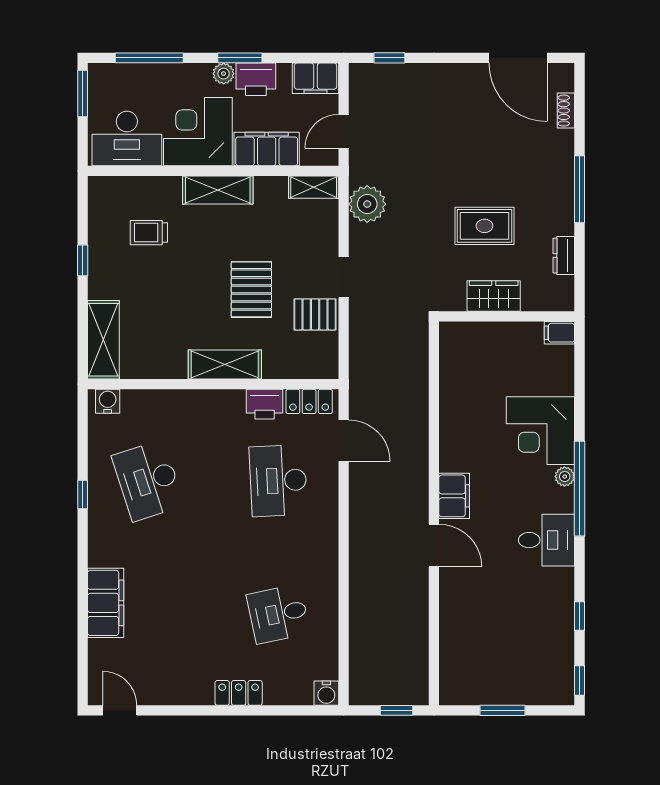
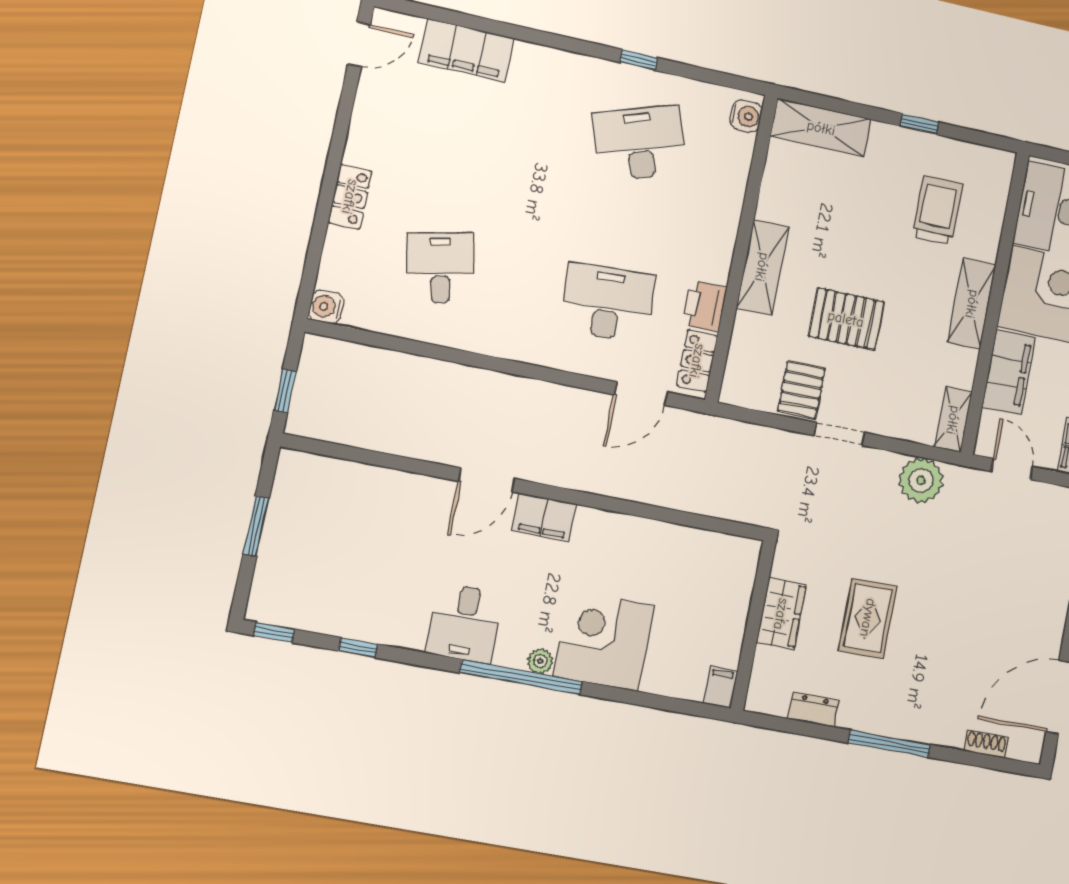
trolley: (149, 233) -> (937, 210), width x1.36, depth x1.39
filing cabinet: (106, 603) -> (467, 50), moved

